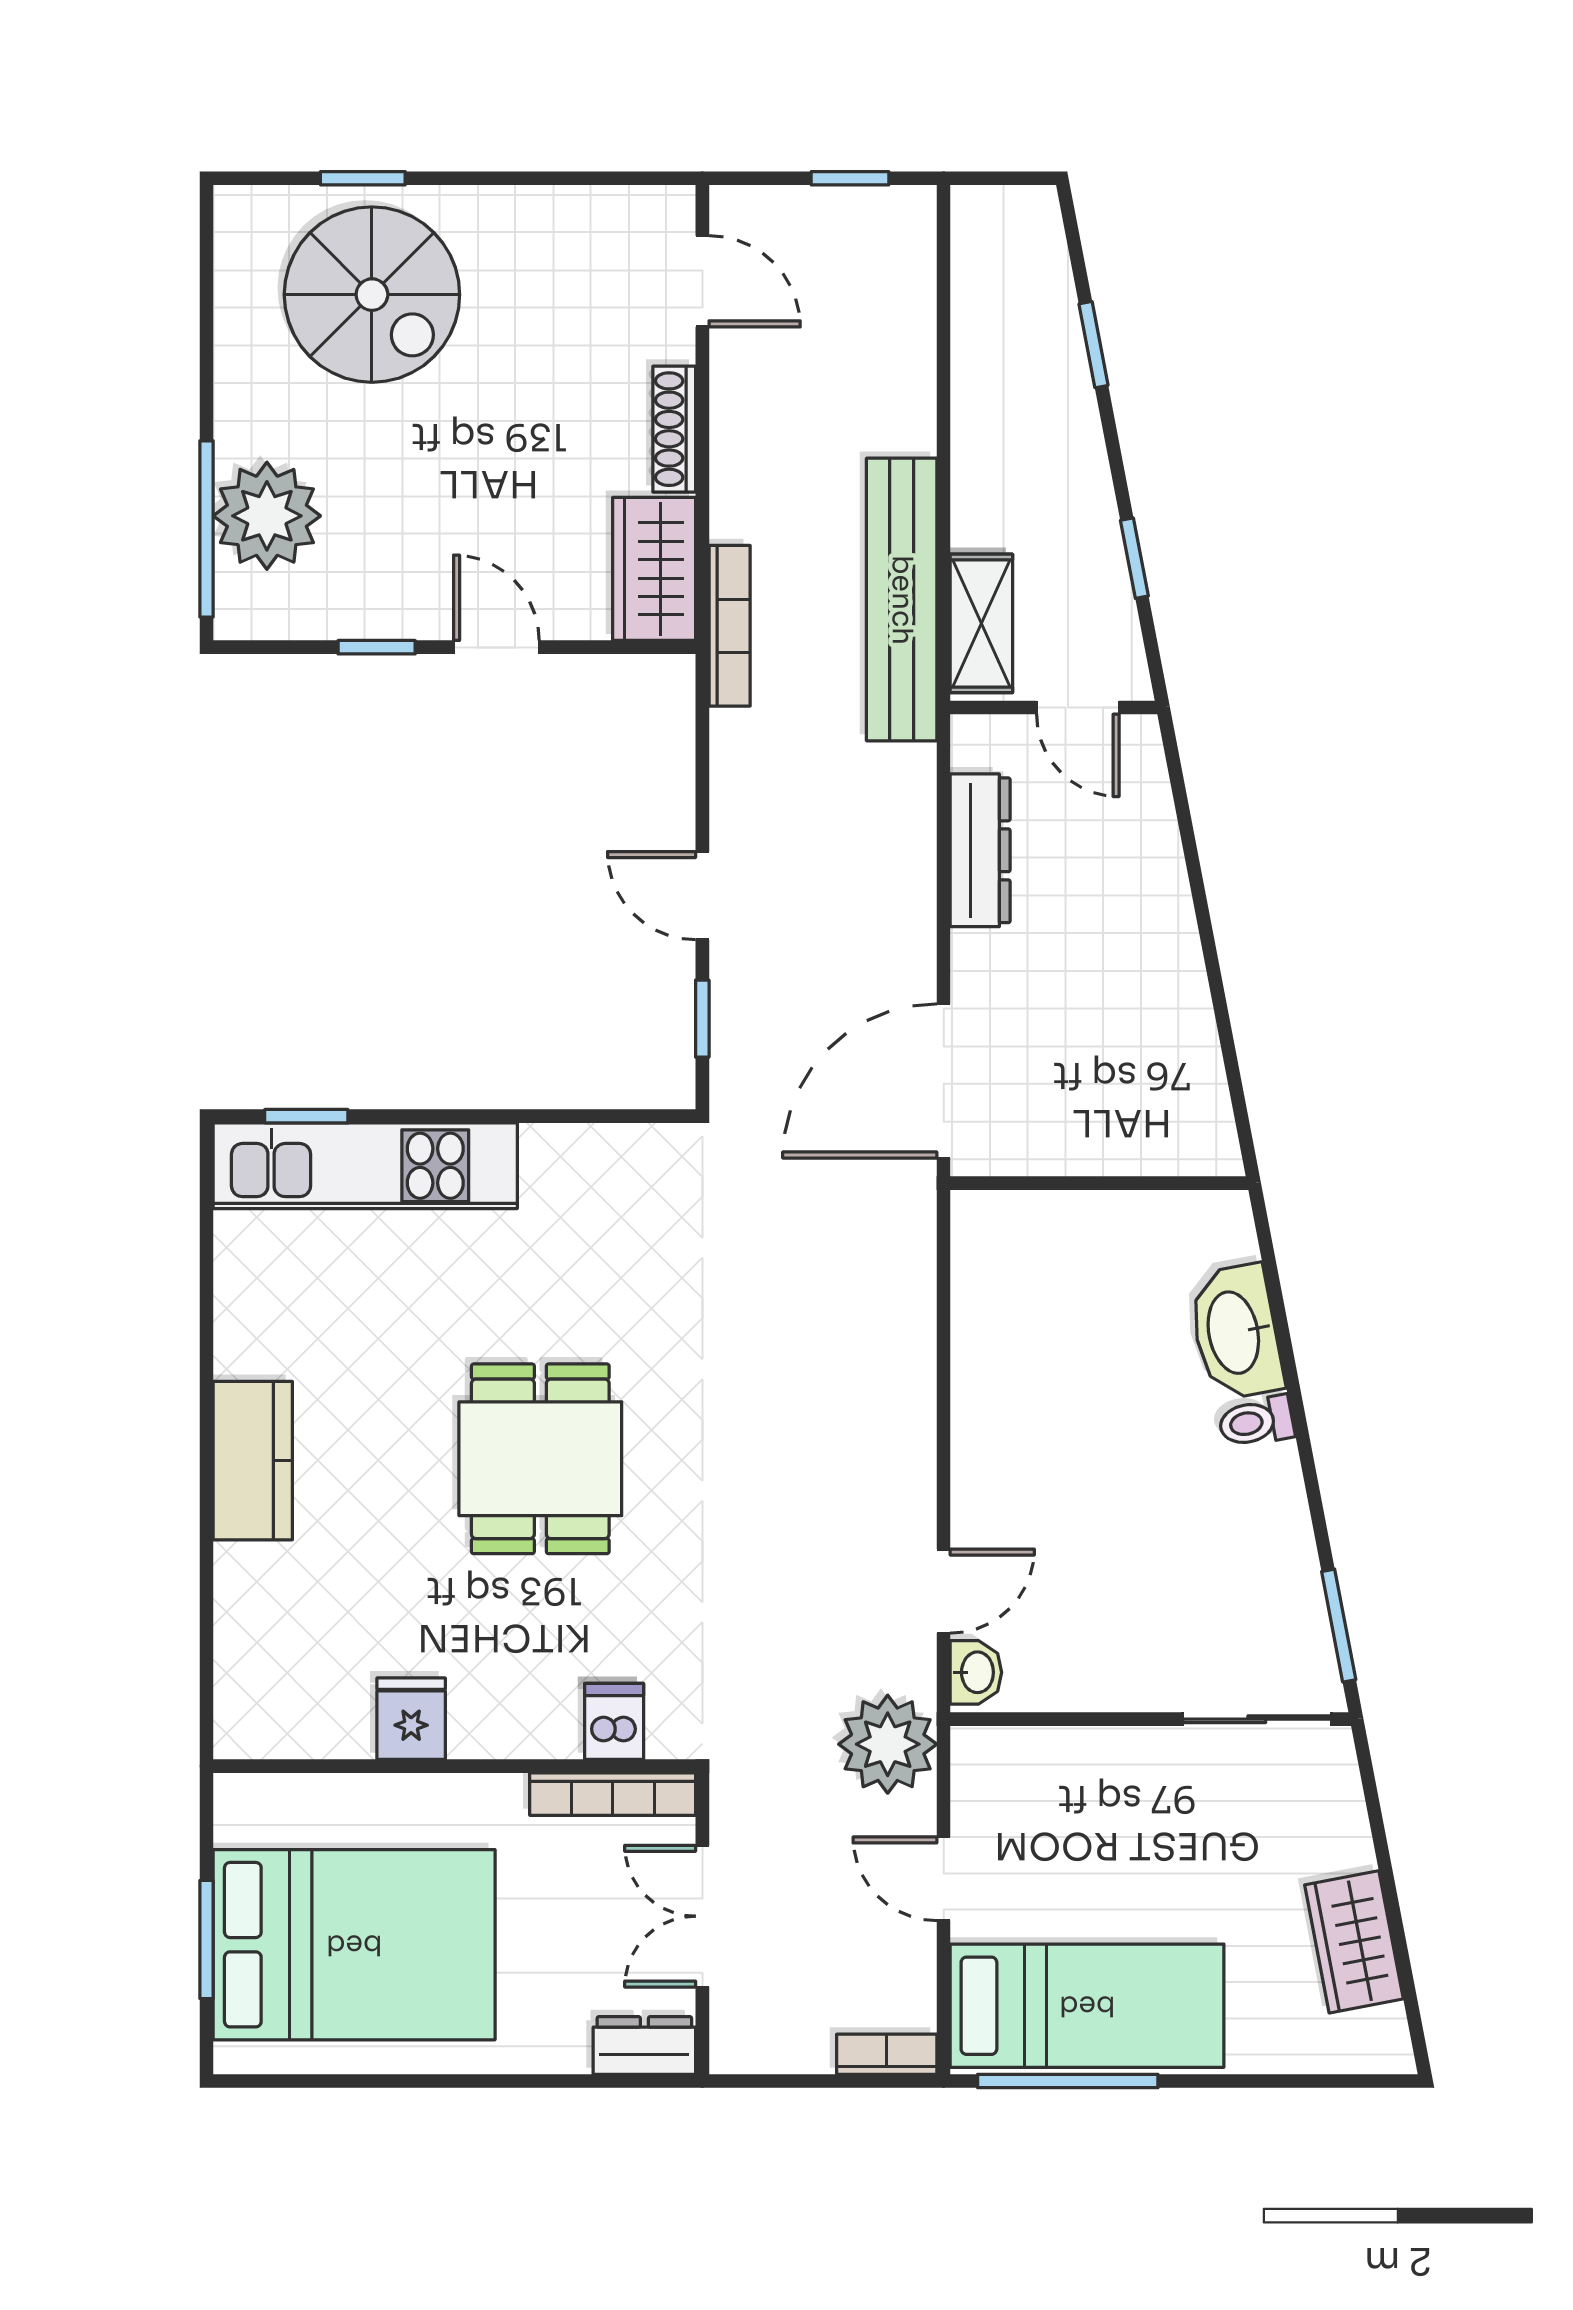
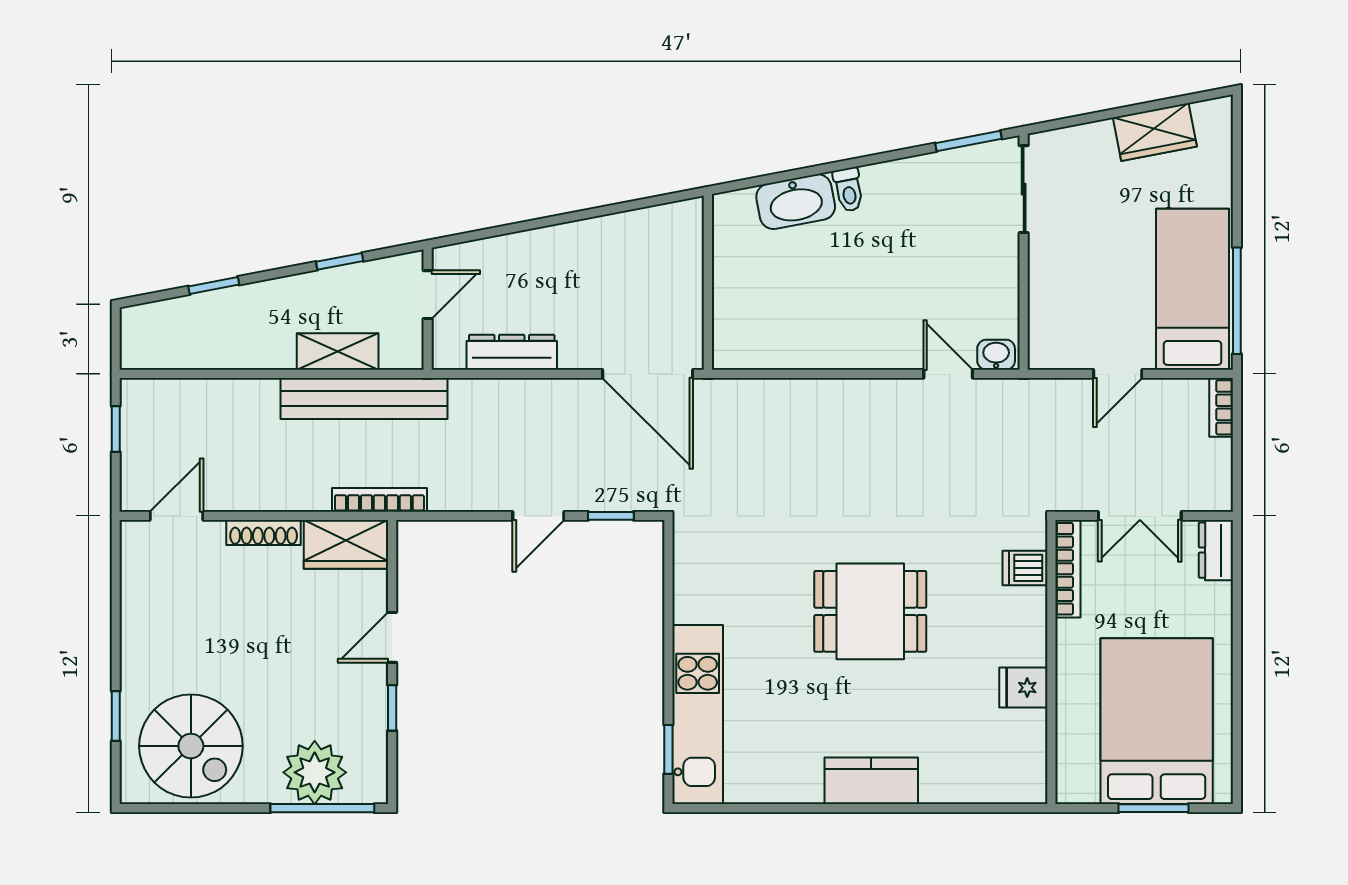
spiral stairs: (372, 295) -> (191, 746), moved, turned 90
shelving: (981, 623) -> (338, 352), moved
plant: (888, 1744) -> (1038, 407), removed

